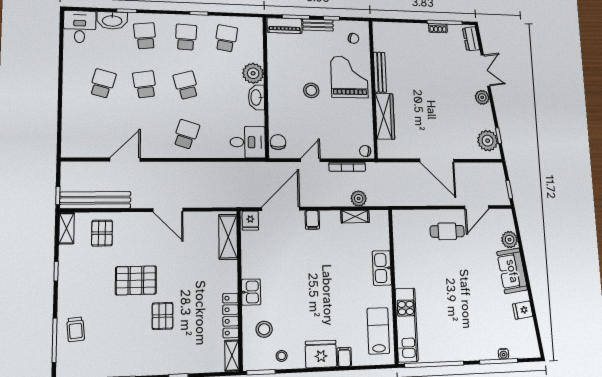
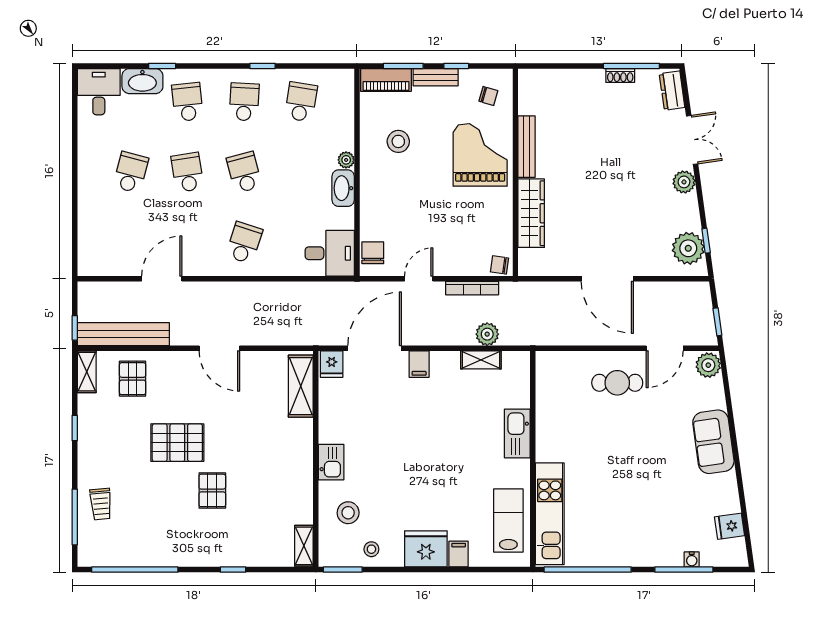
plant: (253, 73) -> (346, 160), width x0.53, depth x0.53
stool: (311, 90) -> (398, 141), moved
plant: (510, 240) -> (708, 365), moved
fridge: (523, 310) -> (730, 526), moved
locker: (231, 315) -> (303, 493), removed

